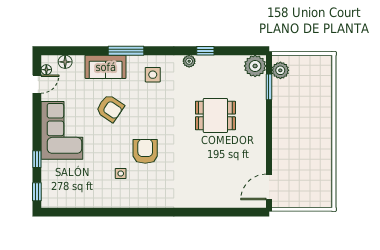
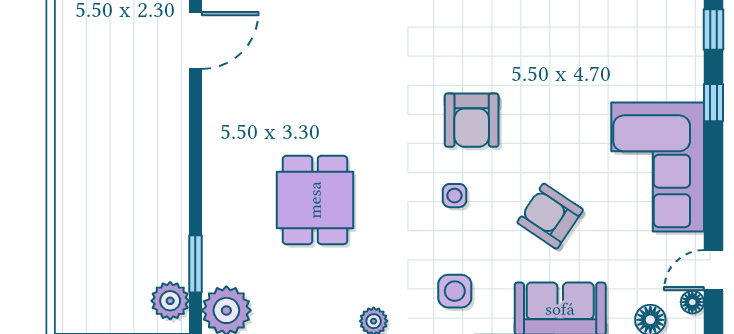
dining table: (215, 115) -> (315, 200), turned 90
side table: (121, 173) -> (454, 196), moved

